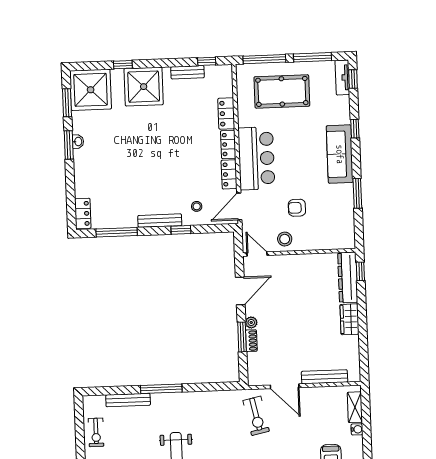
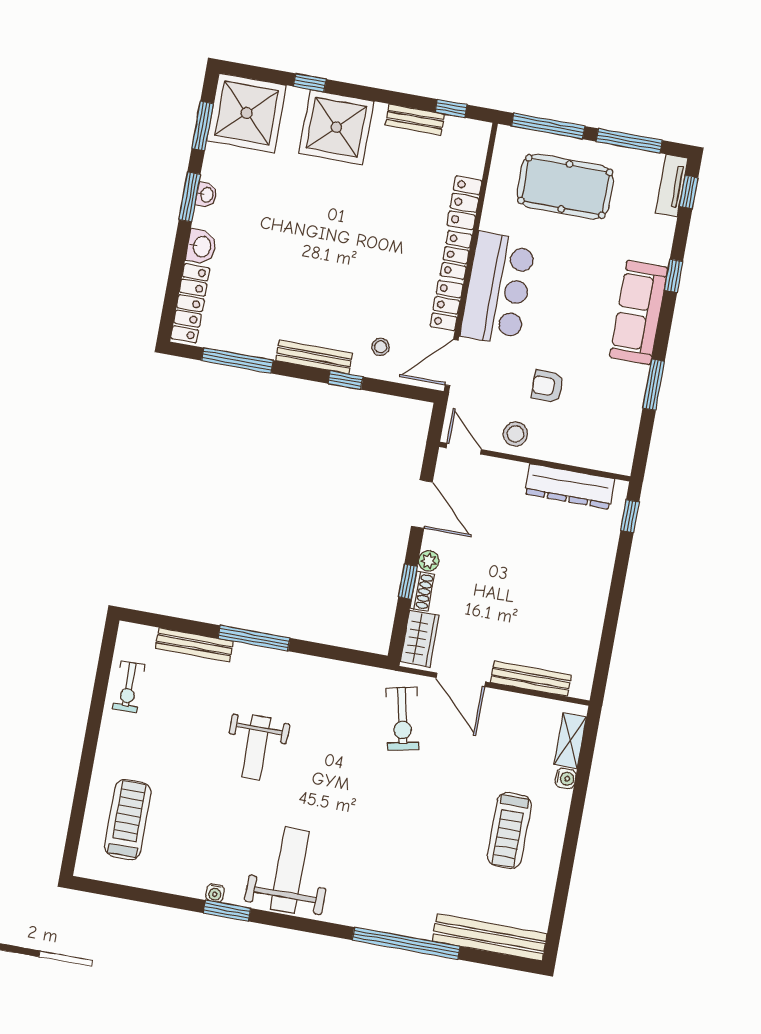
washbasin: (82, 172) -> (201, 247), added
locker: (83, 213) -> (190, 303), width x1.53
dresser: (348, 277) -> (570, 486), moved, turned -90
door: (240, 291) -> (422, 504), hinge flipped
wardrobe: (349, 319) -> (420, 639), moved, turned 180
window: (242, 337) -> (408, 582), width x0.67

